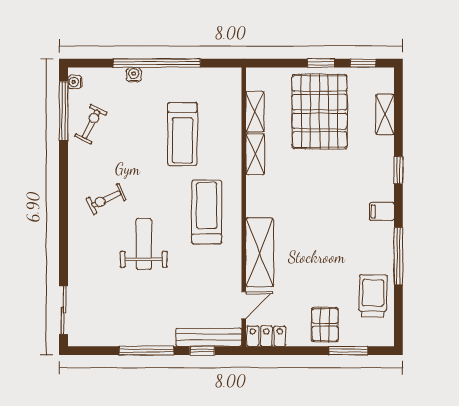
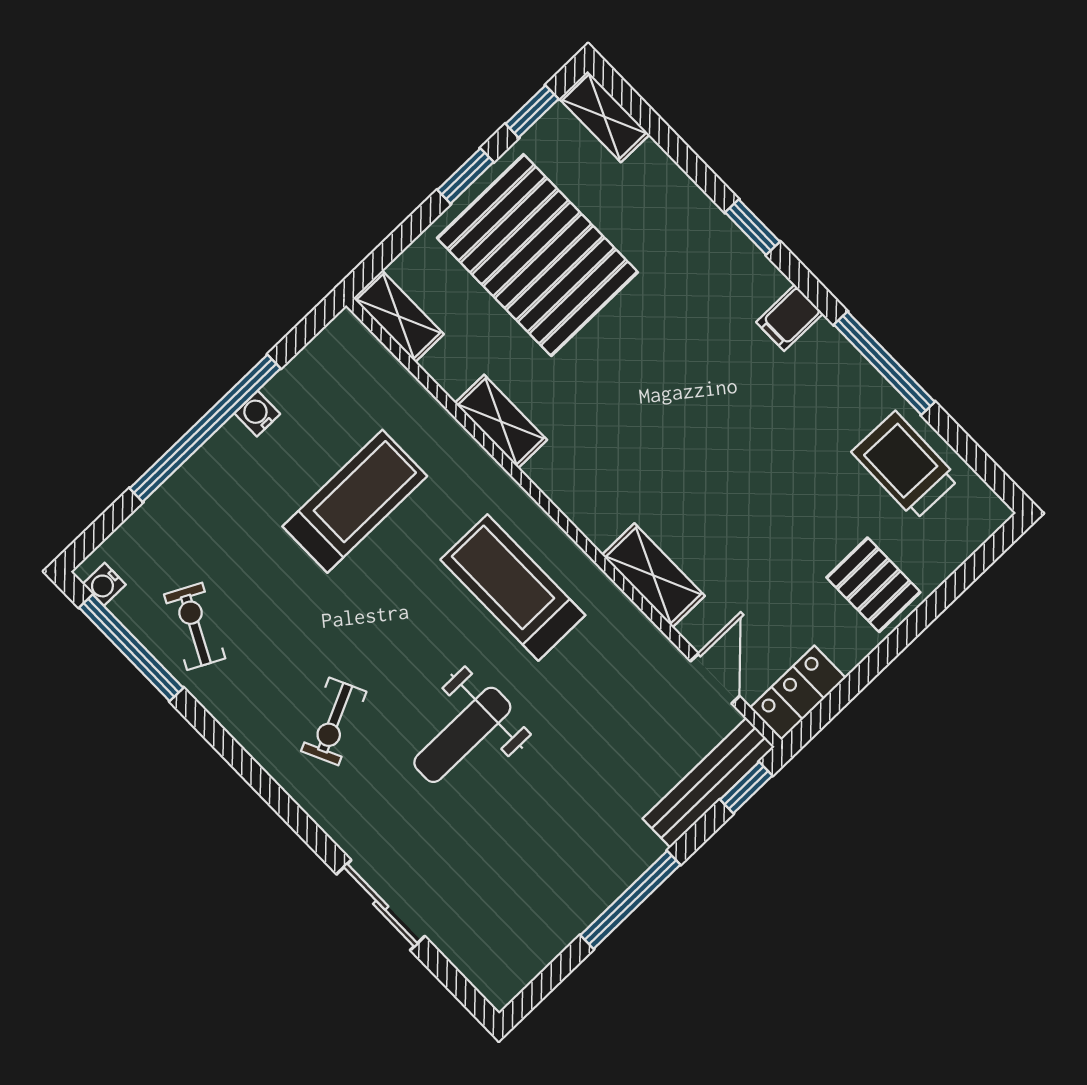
water cooler: (134, 75) -> (257, 414), moved
shelving: (255, 112) -> (398, 316), moved
shelving: (385, 115) -> (604, 117), moved
treadmill: (182, 134) -> (355, 501), turned -90
weight bench: (144, 244) -> (462, 735), turned -90
shelving: (260, 252) -> (653, 575), width x0.67, depth x0.75
sliding door: (64, 310) -> (381, 905), moved
window: (202, 351) -> (746, 788), moved
window: (348, 351) -> (950, 590), removed

